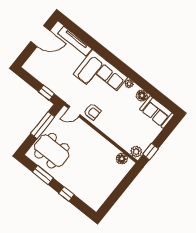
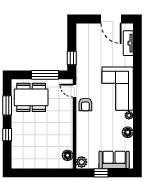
tv unit: (75, 41) -> (128, 43), width x0.71
sofa: (157, 112) -> (114, 160), moved, turned 90
dining table: (52, 151) -> (31, 97), turned 90
window: (151, 151) -> (101, 173), moved

